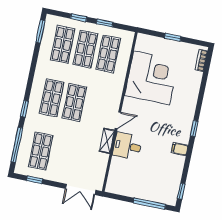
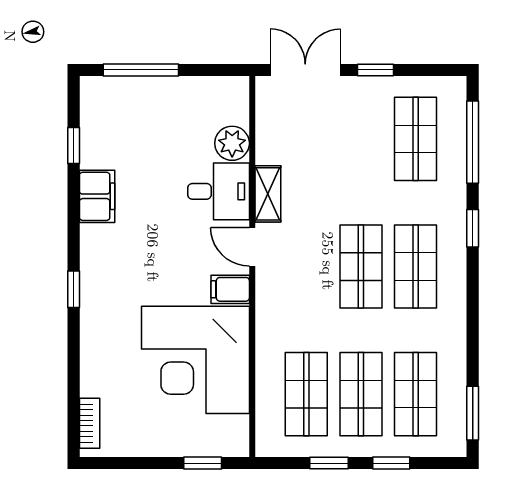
window: (173, 37) -> (203, 463), moved
filing cabinet: (131, 104) -> (230, 289), added
door: (118, 120) -> (252, 247), hinge flipped
window: (194, 128) -> (74, 289), moved
filing cabinet: (180, 149) -> (97, 196), width x2.00
plant: (118, 165) -> (232, 143), added
window: (35, 180) -> (375, 70), moved
window: (181, 191) -> (74, 146), moved

